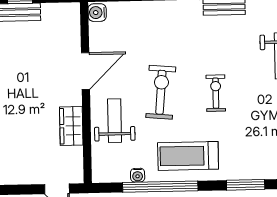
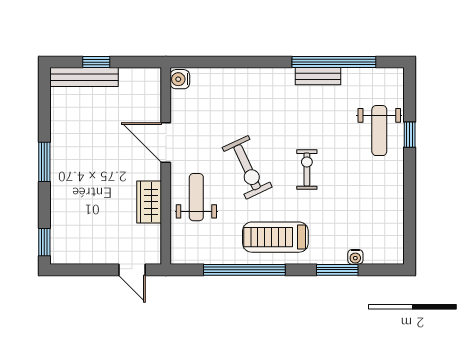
door: (85, 71) -> (166, 143), swing flipped
exercise bike: (161, 92) -> (247, 167), turned 150
water cooler: (138, 175) -> (355, 257), moved

